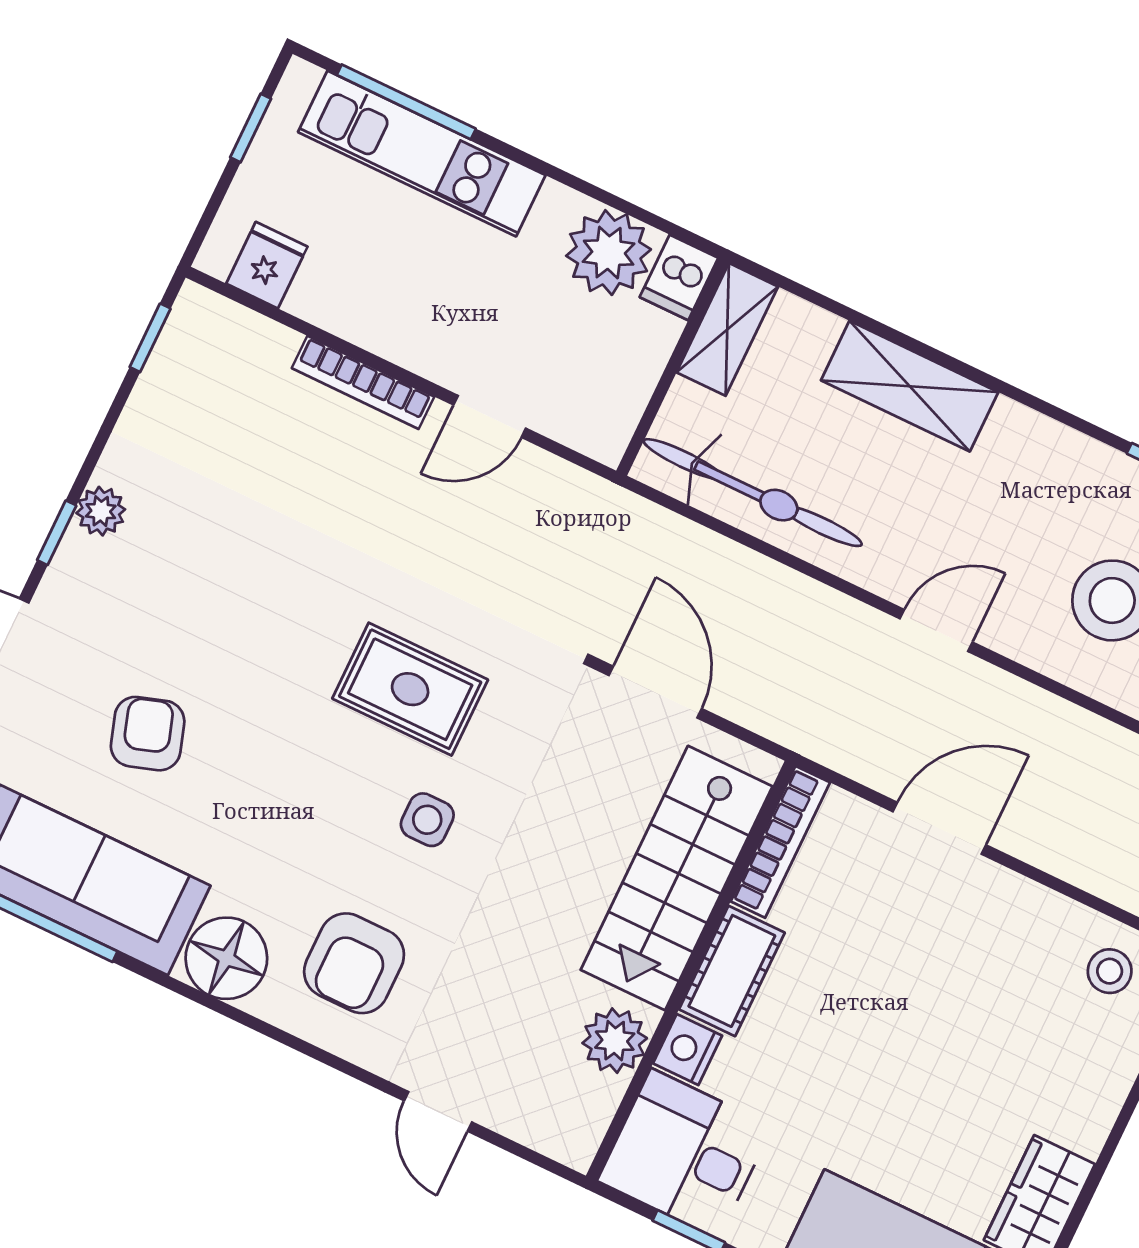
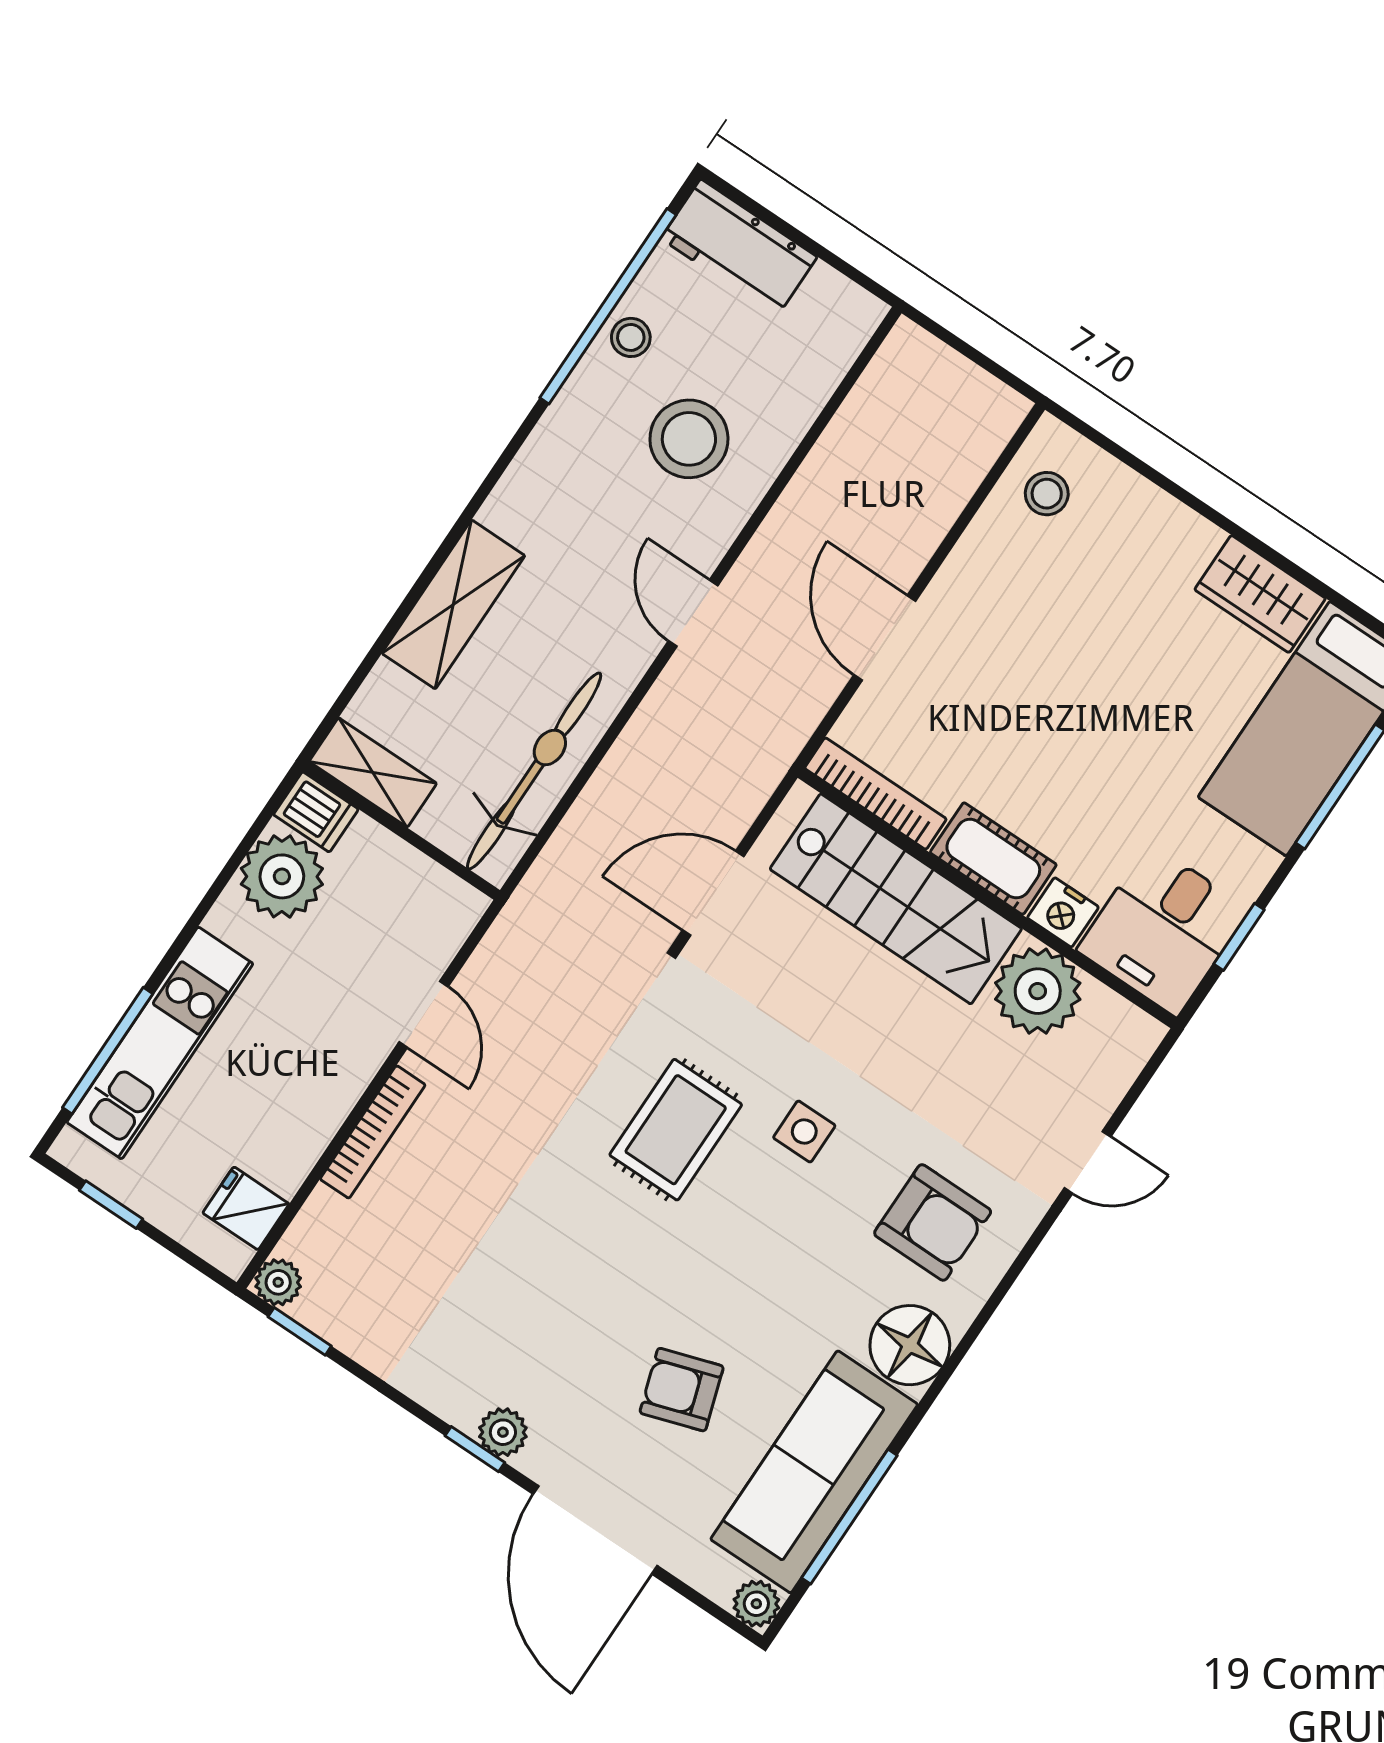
plant: (197, 309) -> (278, 1282), added
plant: (101, 511) -> (503, 1432), moved
plant: (615, 1041) -> (1038, 991), width x1.36, depth x1.36

